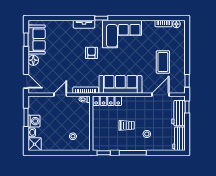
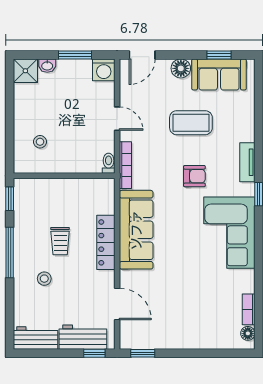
coffee table: (163, 62) -> (191, 123), moved
locker: (107, 101) -> (106, 242), moved
washing machine: (34, 121) -> (104, 70), moved

